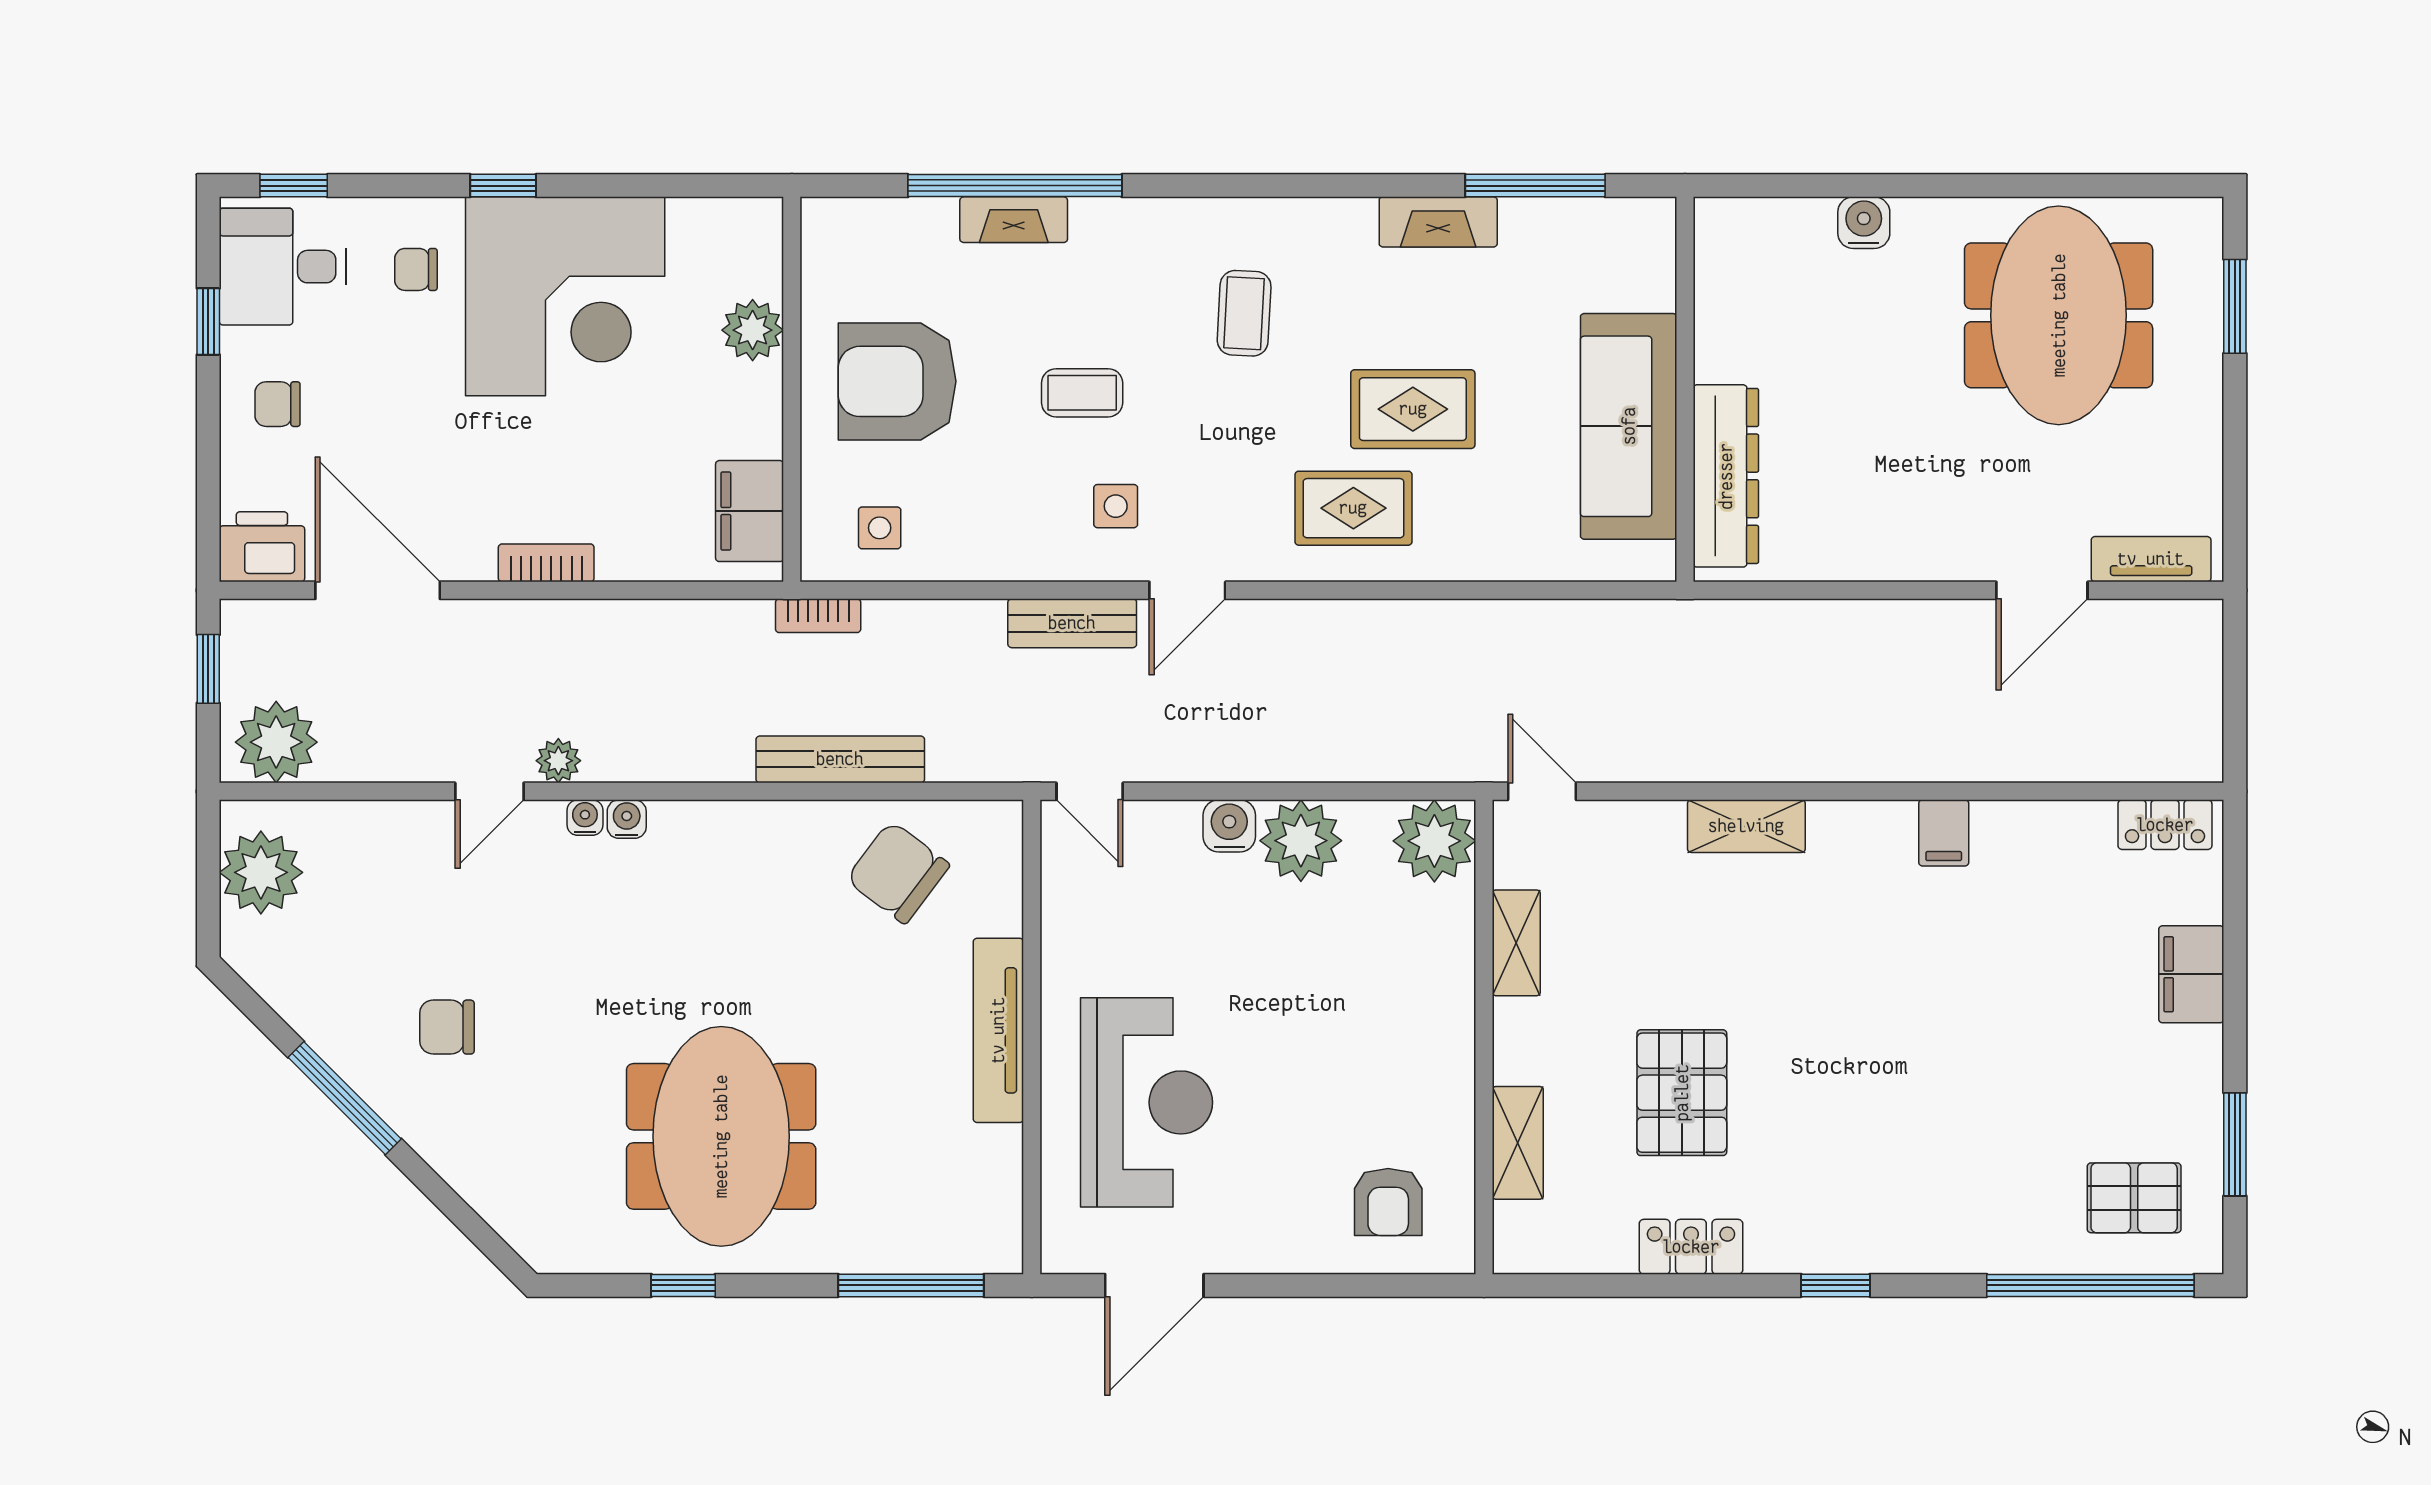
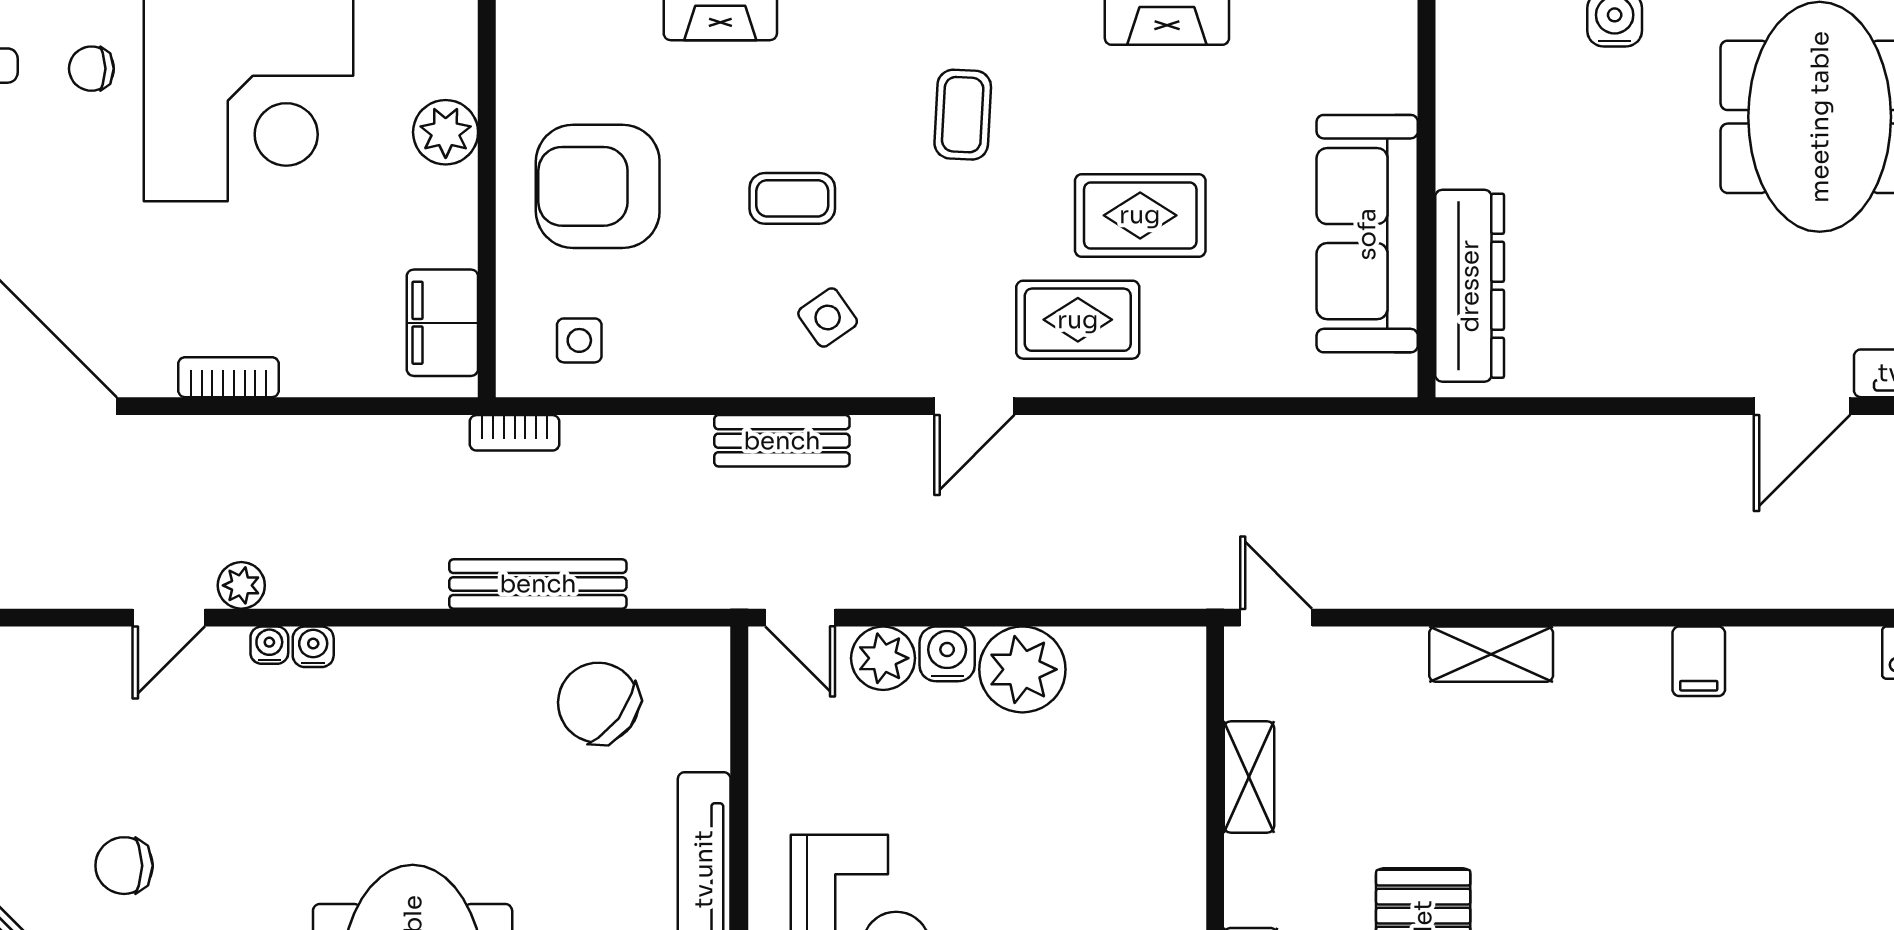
side table: (1116, 506) -> (828, 317), turned -35
door: (1187, 590) -> (974, 406), moved
plant: (1434, 841) -> (883, 658), moved, width x0.73, depth x0.73

